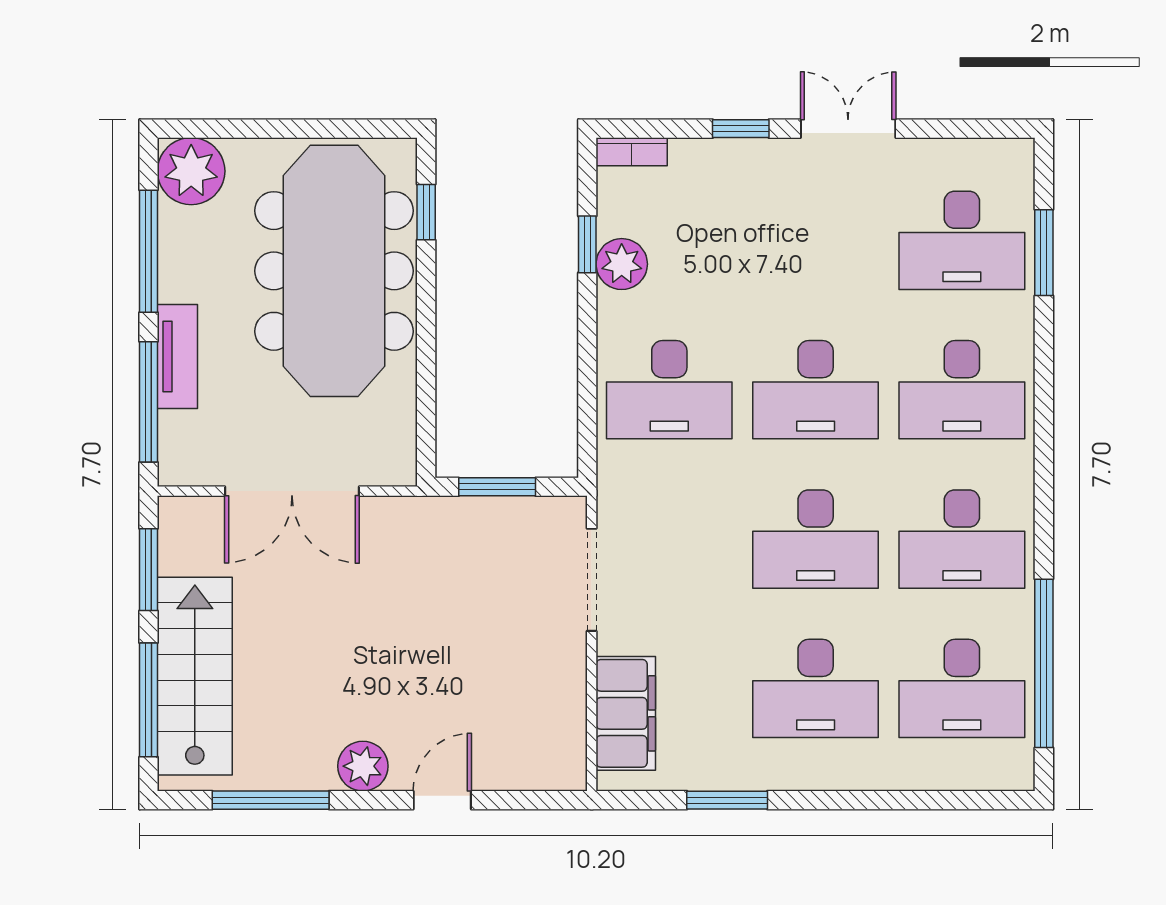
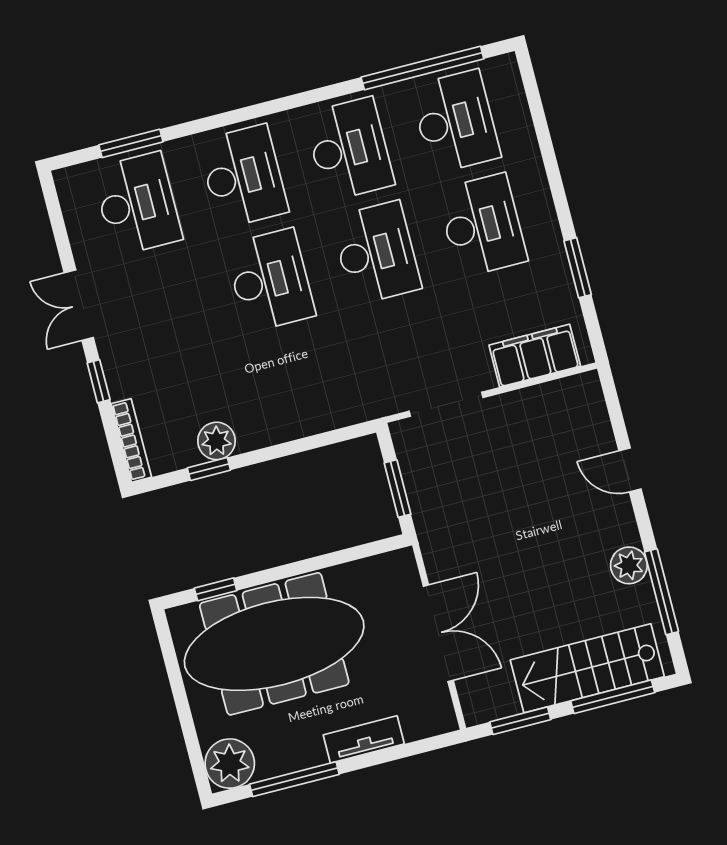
bookcase: (632, 152) -> (131, 440), width x1.56
desk: (669, 390) -> (297, 384), removed
window: (148, 402) -> (401, 751), removed
plant: (363, 766) -> (629, 565), moved

